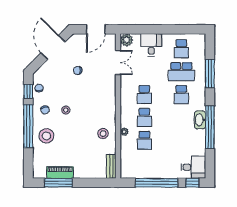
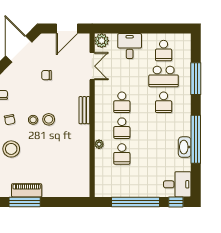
washbasin: (200, 120) -> (185, 147), moved
stool: (103, 134) -> (49, 119), moved
bench: (111, 166) -> (84, 110), moved

